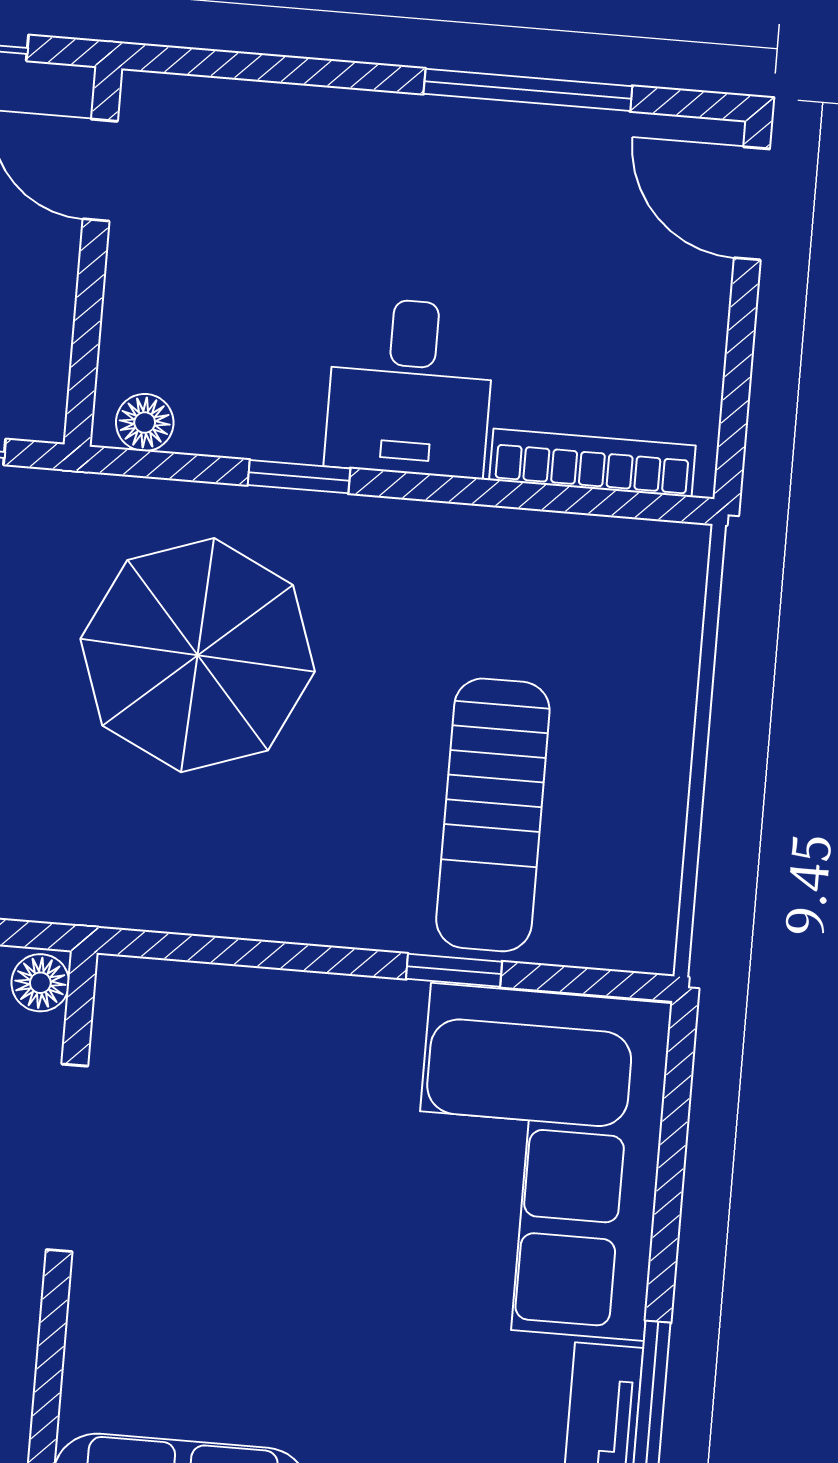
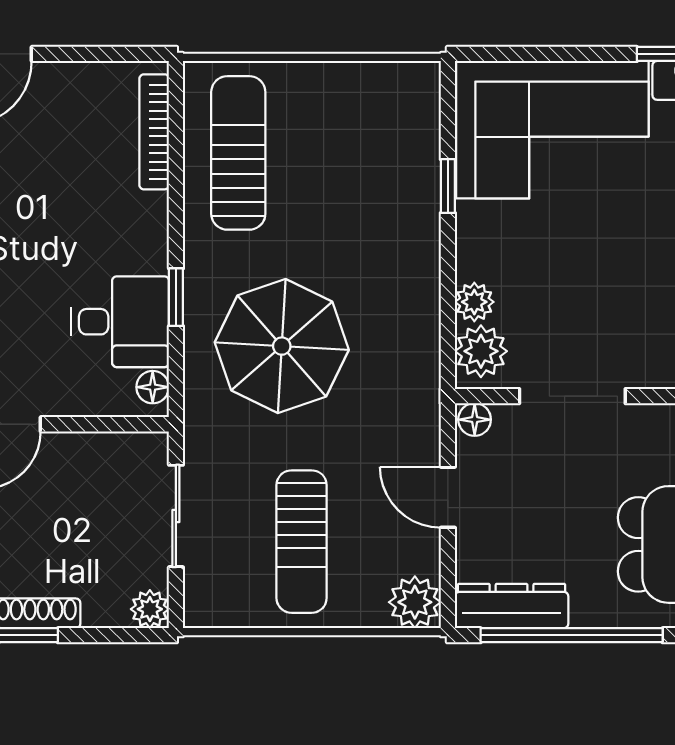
desk: (410, 387) -> (120, 322), moved
sun lounger: (493, 815) -> (238, 153), moved, turned -90
plant: (247, 1000) -> (474, 302), added
plant: (159, 1004) -> (481, 351), added

